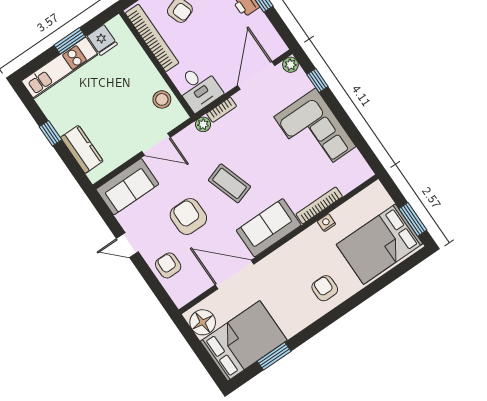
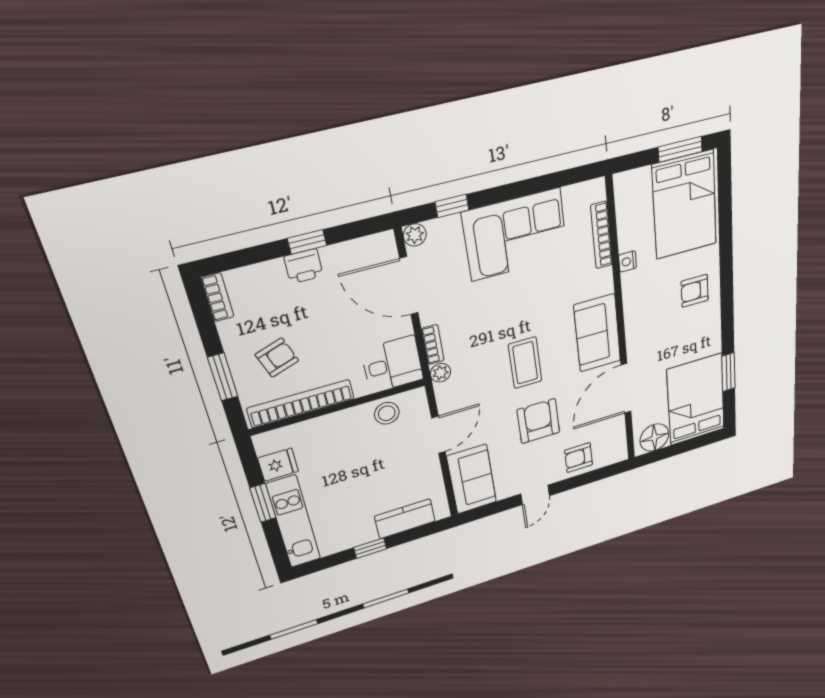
coffee table: (229, 183) -> (525, 363), turned -72
bookcase: (319, 205) -> (602, 235), moved
armchair: (188, 217) -> (538, 421), turned 90

